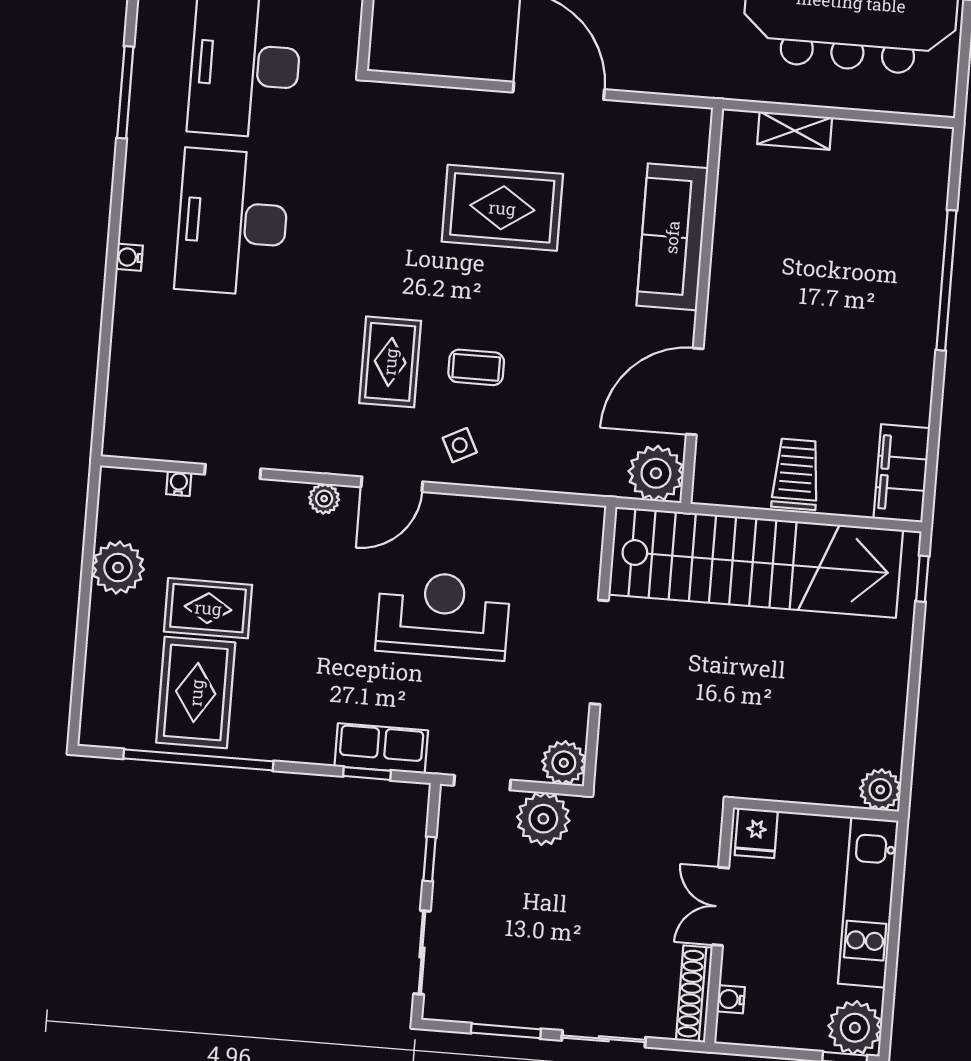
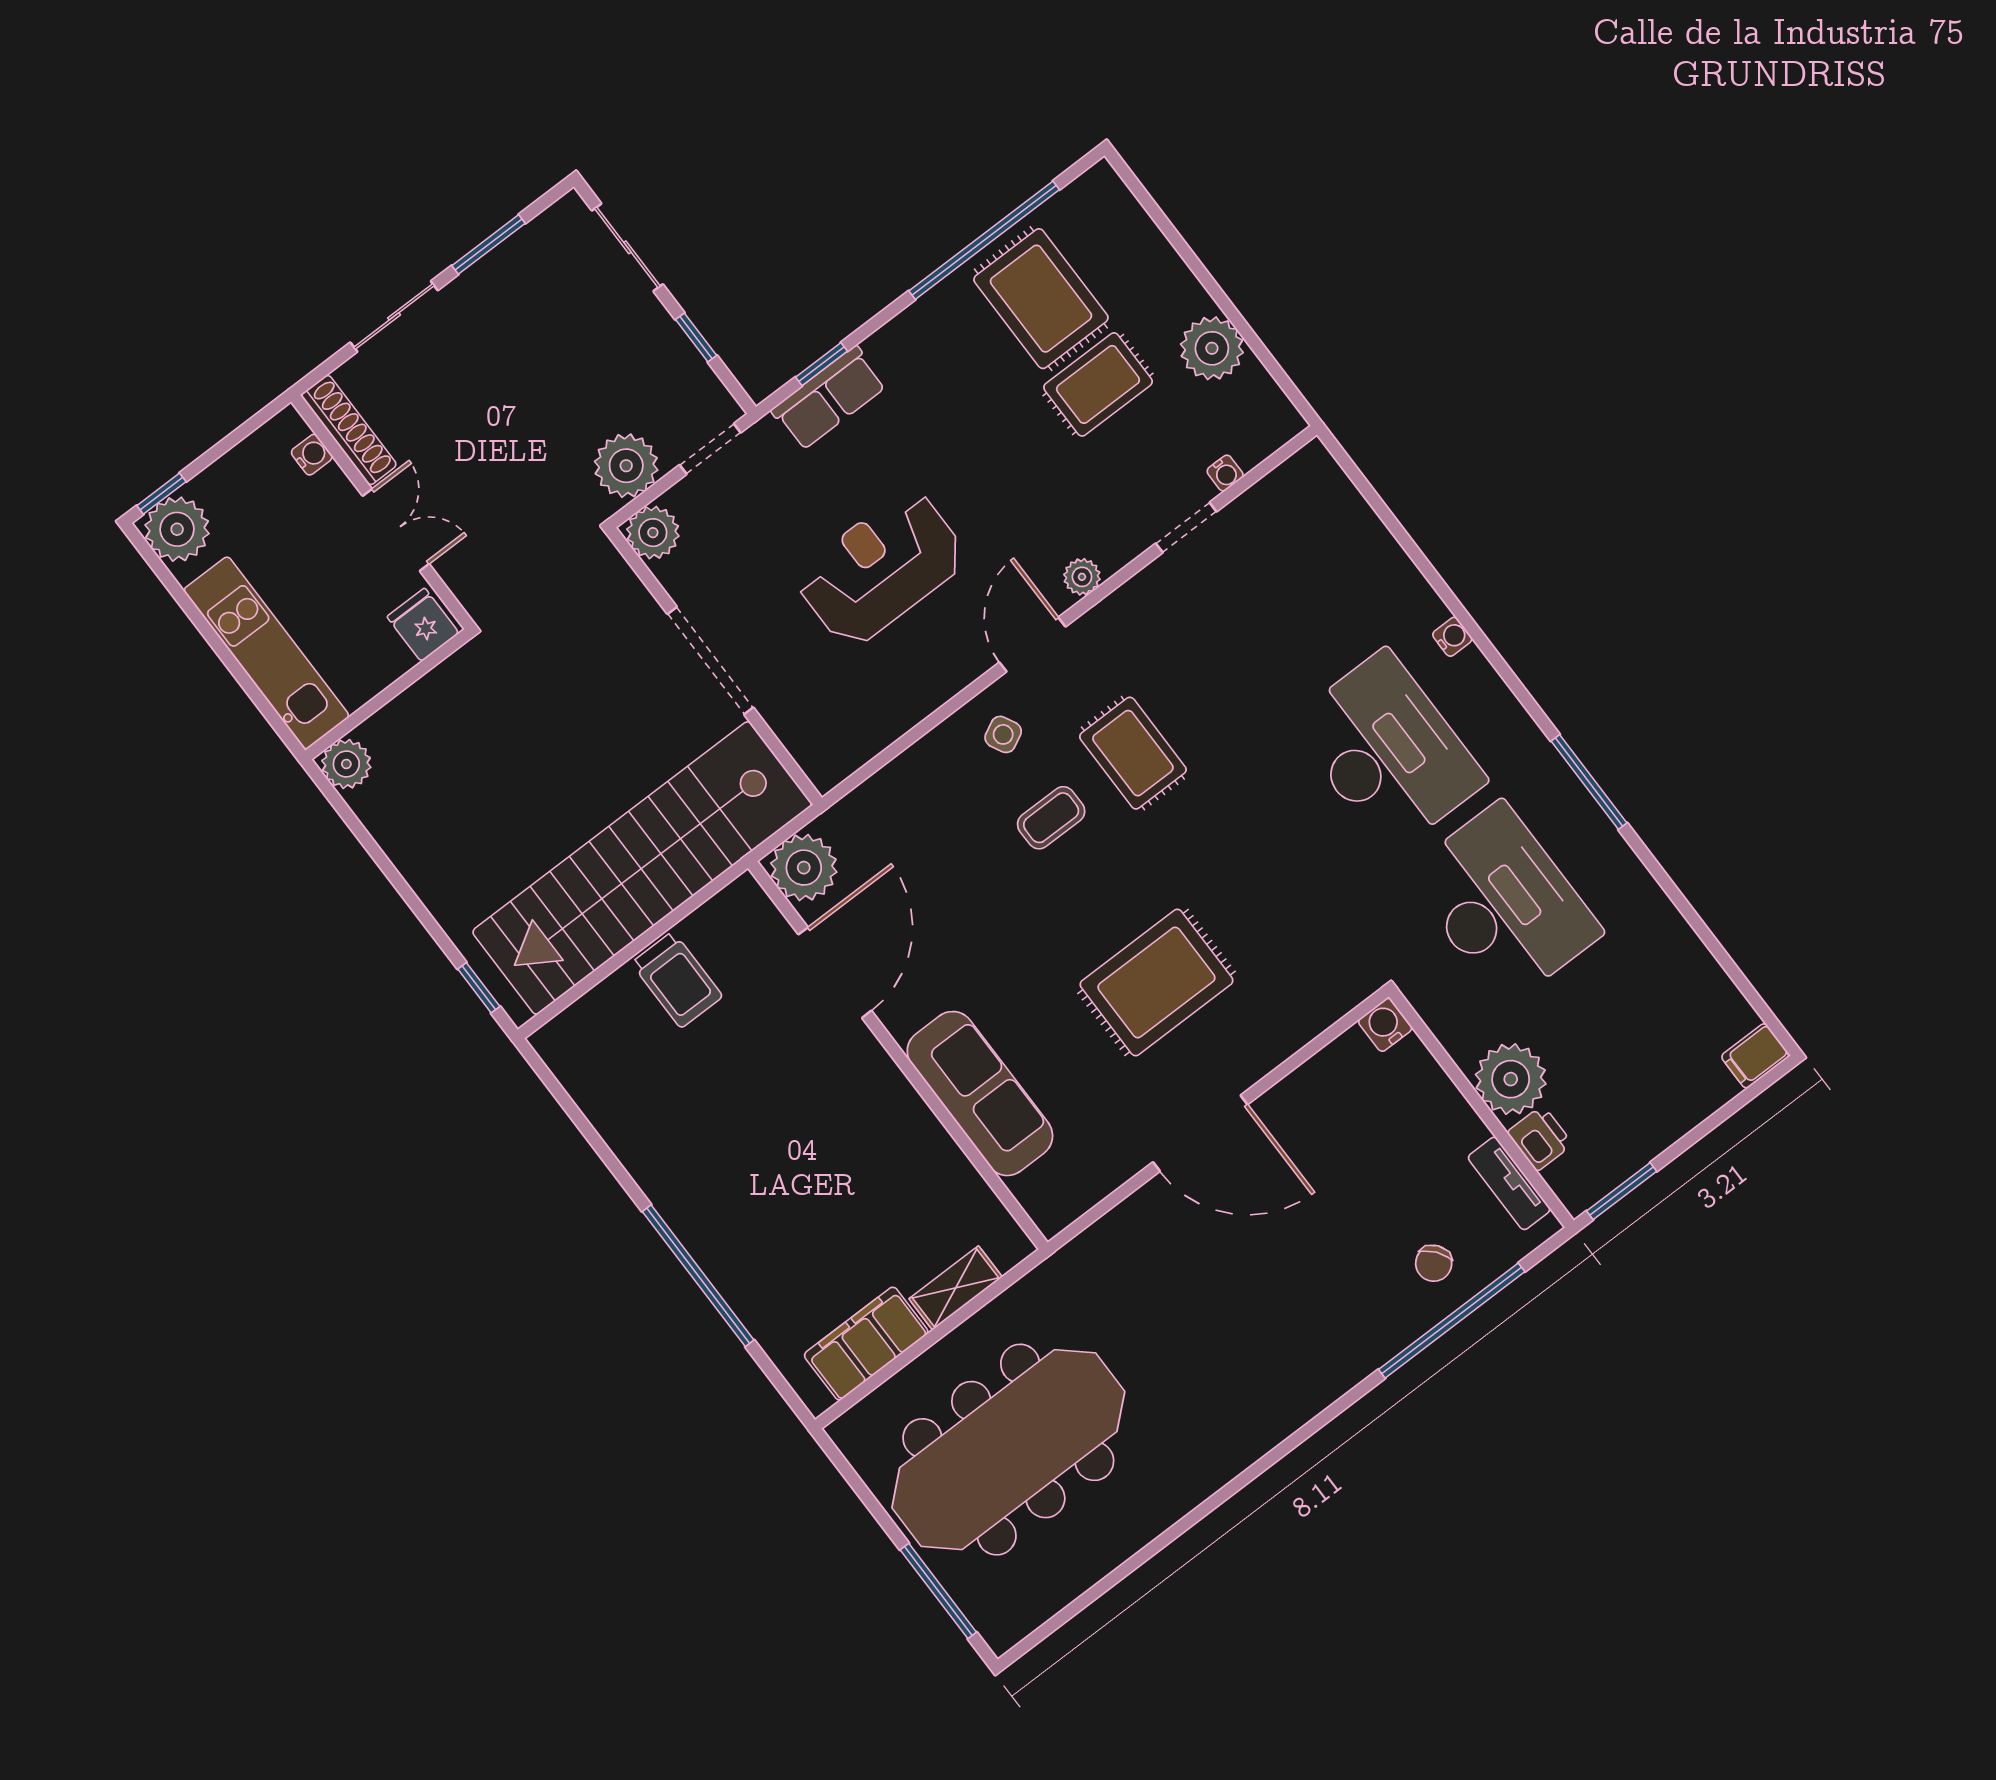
water cooler: (385, 55) -> (1385, 1025), added
filing cabinet: (902, 473) -> (866, 1344), moved, turned -90
reception desk: (443, 615) -> (881, 568), turned 180

